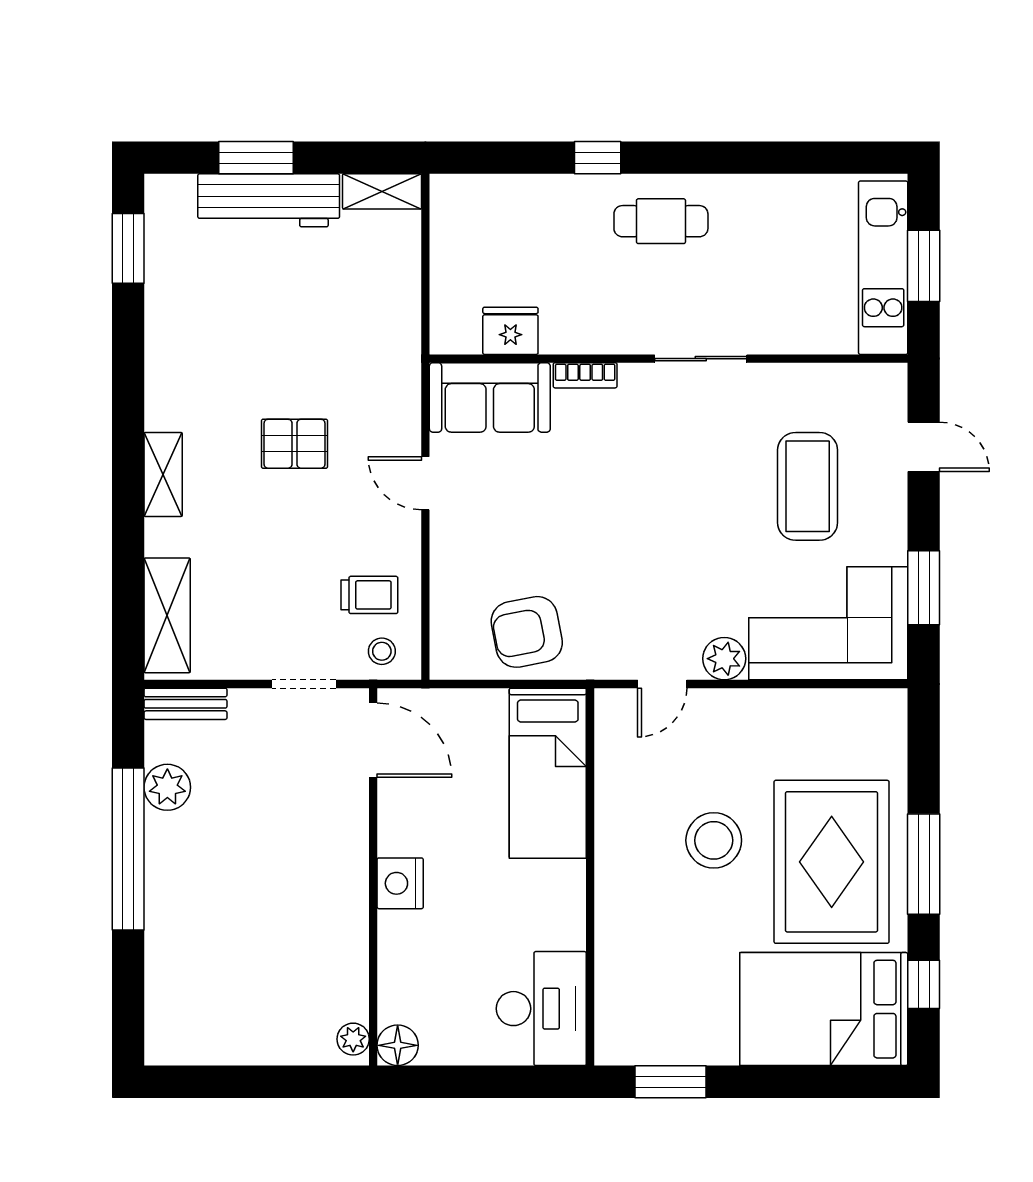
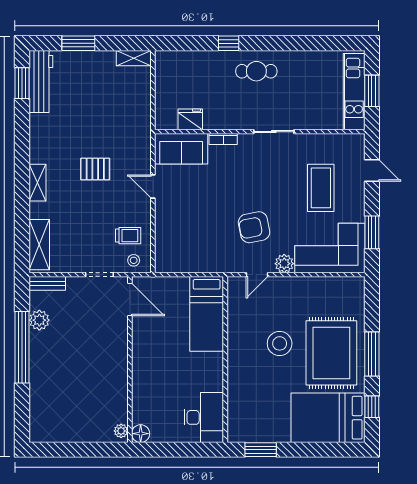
workbench: (269, 200) -> (41, 81), moved, turned -90
armchair: (527, 632) -> (254, 227), moved
nightstand: (400, 883) -> (142, 362), removed

